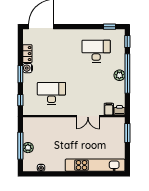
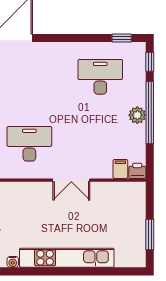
double door: (88, 116) -> (71, 180), moved
window: (127, 133) -> (150, 235), moved
kitchen unit: (95, 165) -> (67, 258), moved

